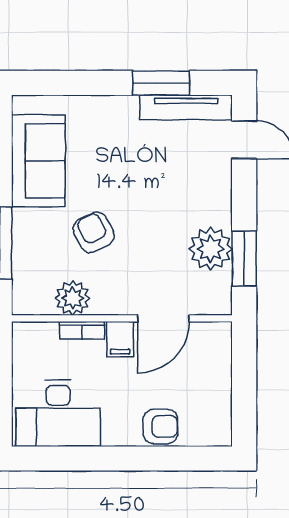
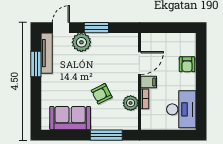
plant: (211, 249) -> (81, 42), moved
window: (244, 259) -> (96, 28), moved
door: (163, 318) -> (139, 63), hinge flipped
armchair: (161, 426) -> (187, 64), turned 180

